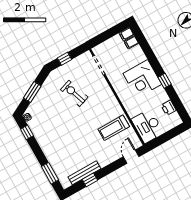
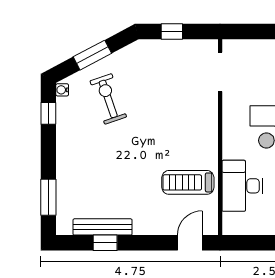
exercise bike: (74, 93) -> (108, 99), moved
desk: (147, 126) -> (242, 186), moved

